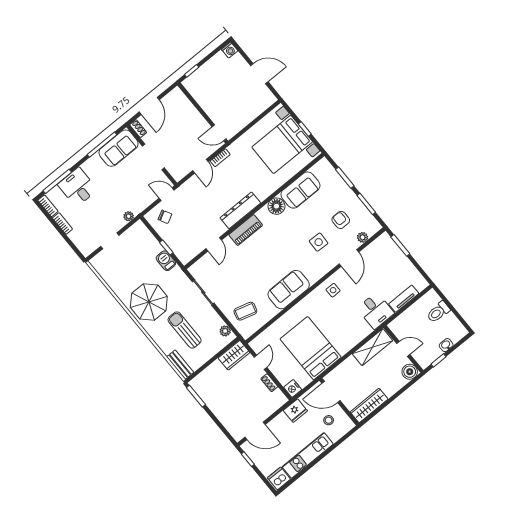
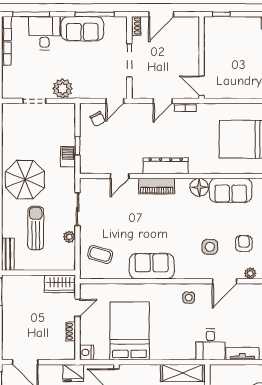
sofa: (118, 148) -> (82, 29), moved
door: (167, 194) -> (115, 101), swing flipped
plant: (129, 216) -> (63, 89), width x1.88, depth x1.88
plant: (225, 331) -> (69, 237), moved

